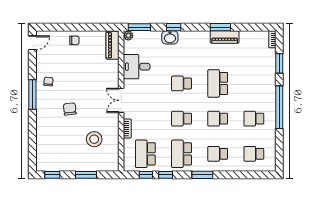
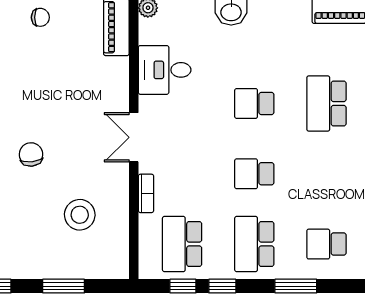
school desk: (218, 119) -> (326, 174), removed

